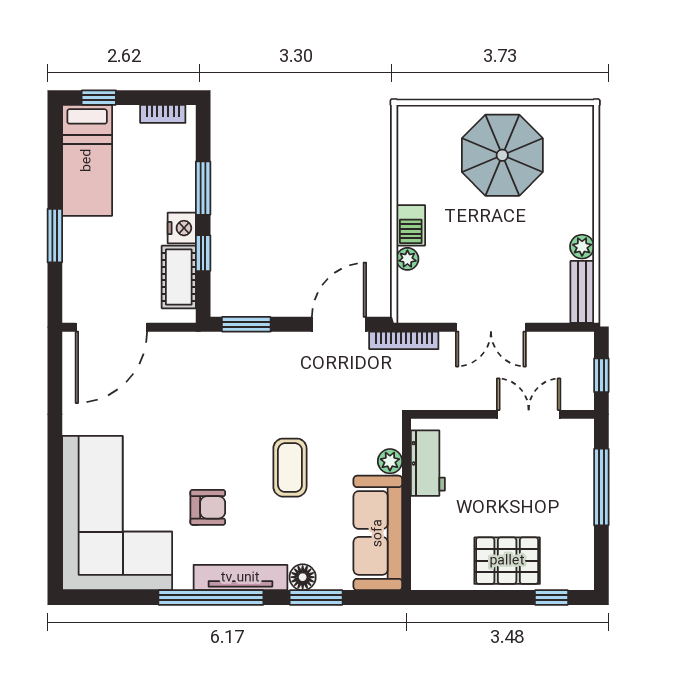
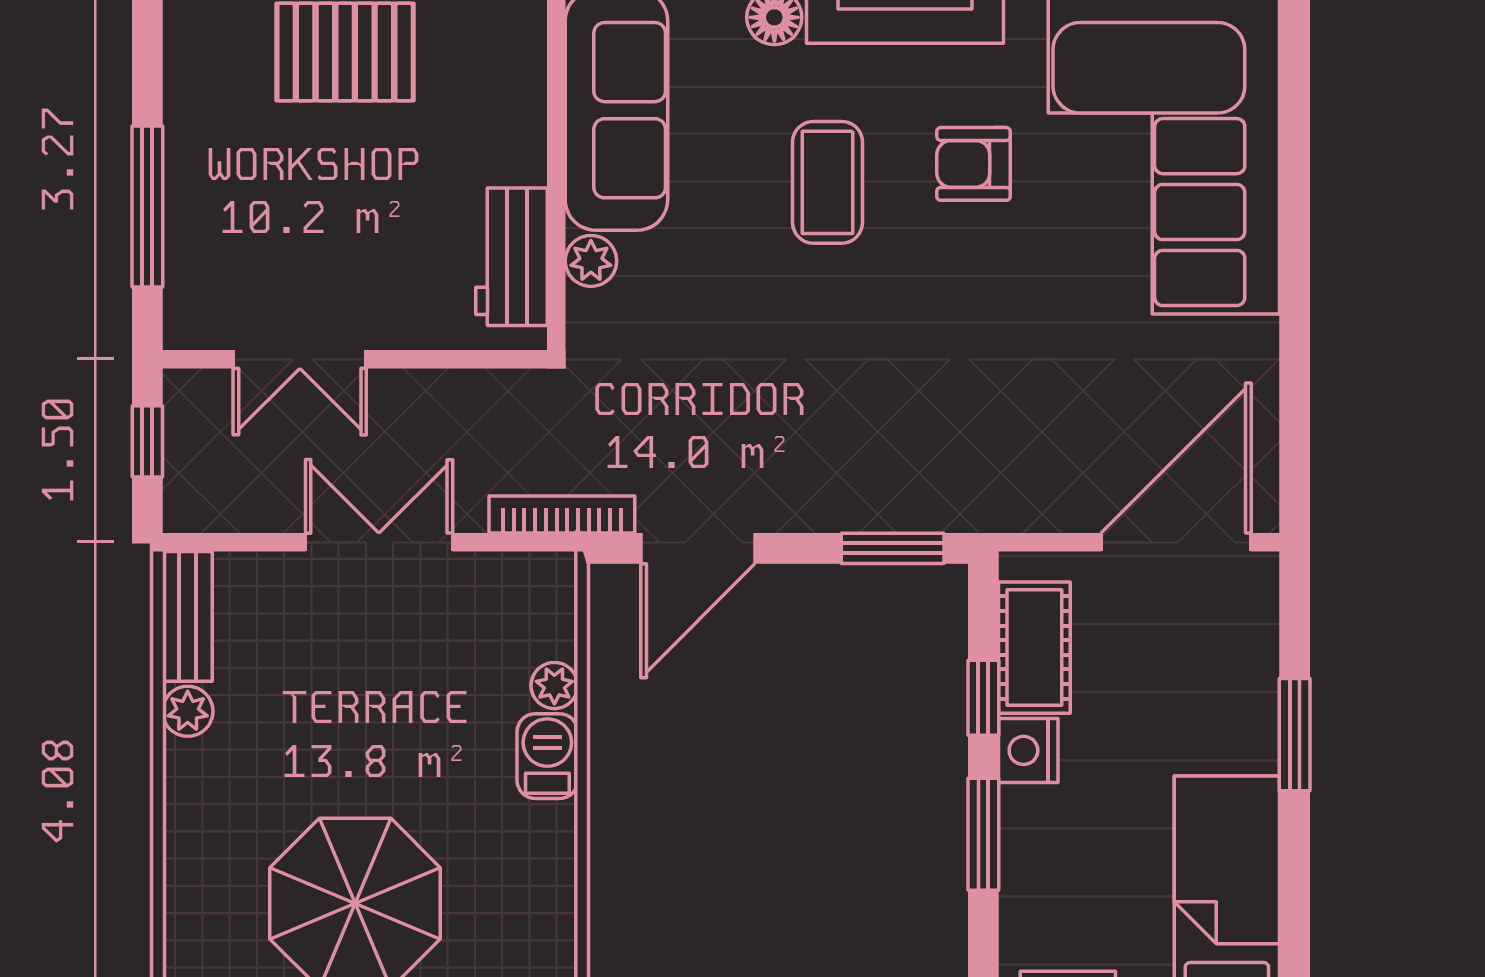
coffee table: (290, 468) -> (828, 182), moved

